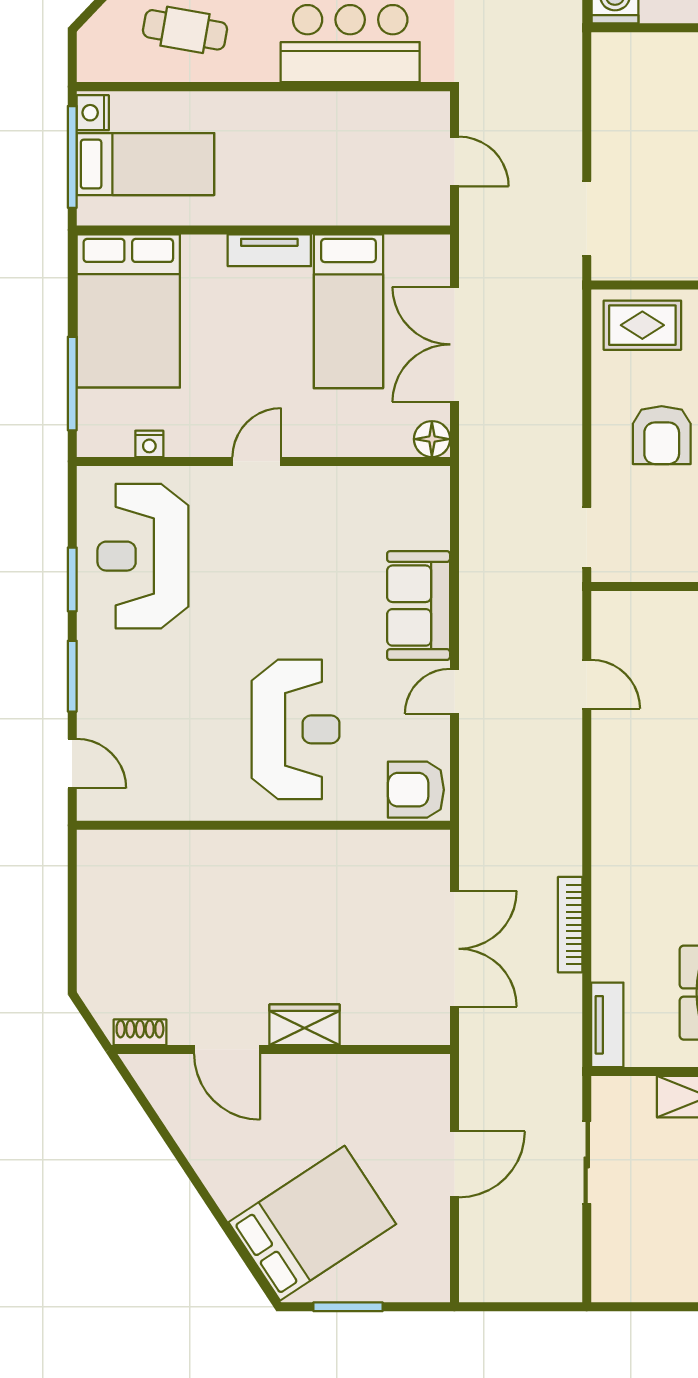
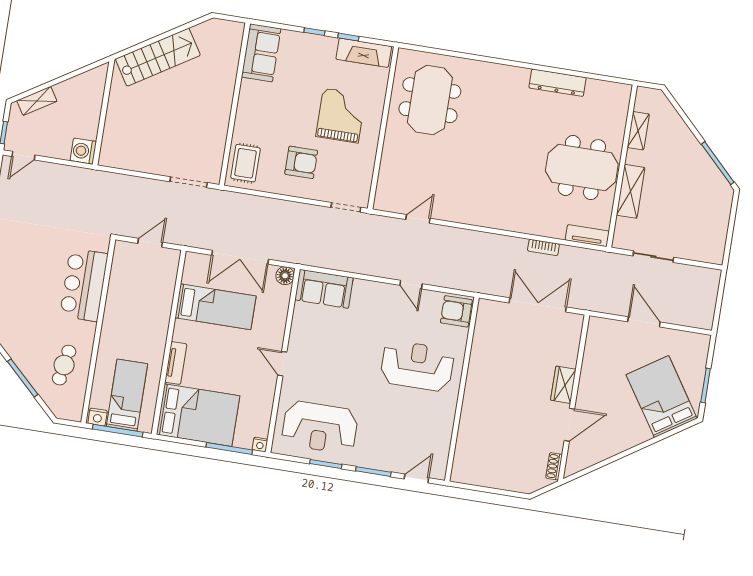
tv unit: (269, 250) -> (176, 363), moved
nightstand: (149, 444) -> (260, 445), moved, turned 90
sofa: (419, 606) -> (324, 289), moved
armchair: (416, 790) -> (456, 311), turned 90
bookcase: (570, 925) -> (543, 247), width x0.64

